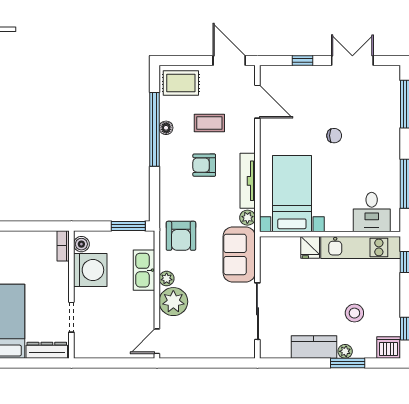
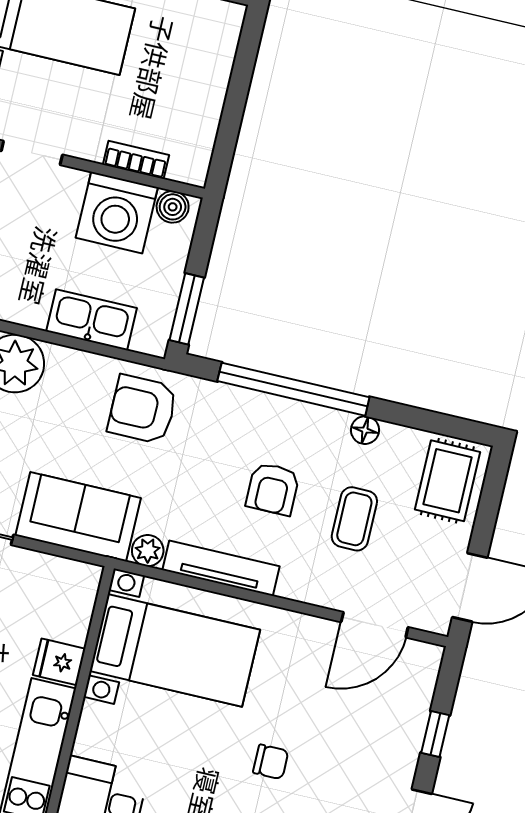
window: (155, 129) -> (293, 389), moved
chair: (334, 136) -> (271, 762), turned -90
armchair: (204, 165) -> (273, 489), turned 180
bookcase: (63, 246) -> (136, 160), moved
plant: (167, 279) -> (64, 361), removed

